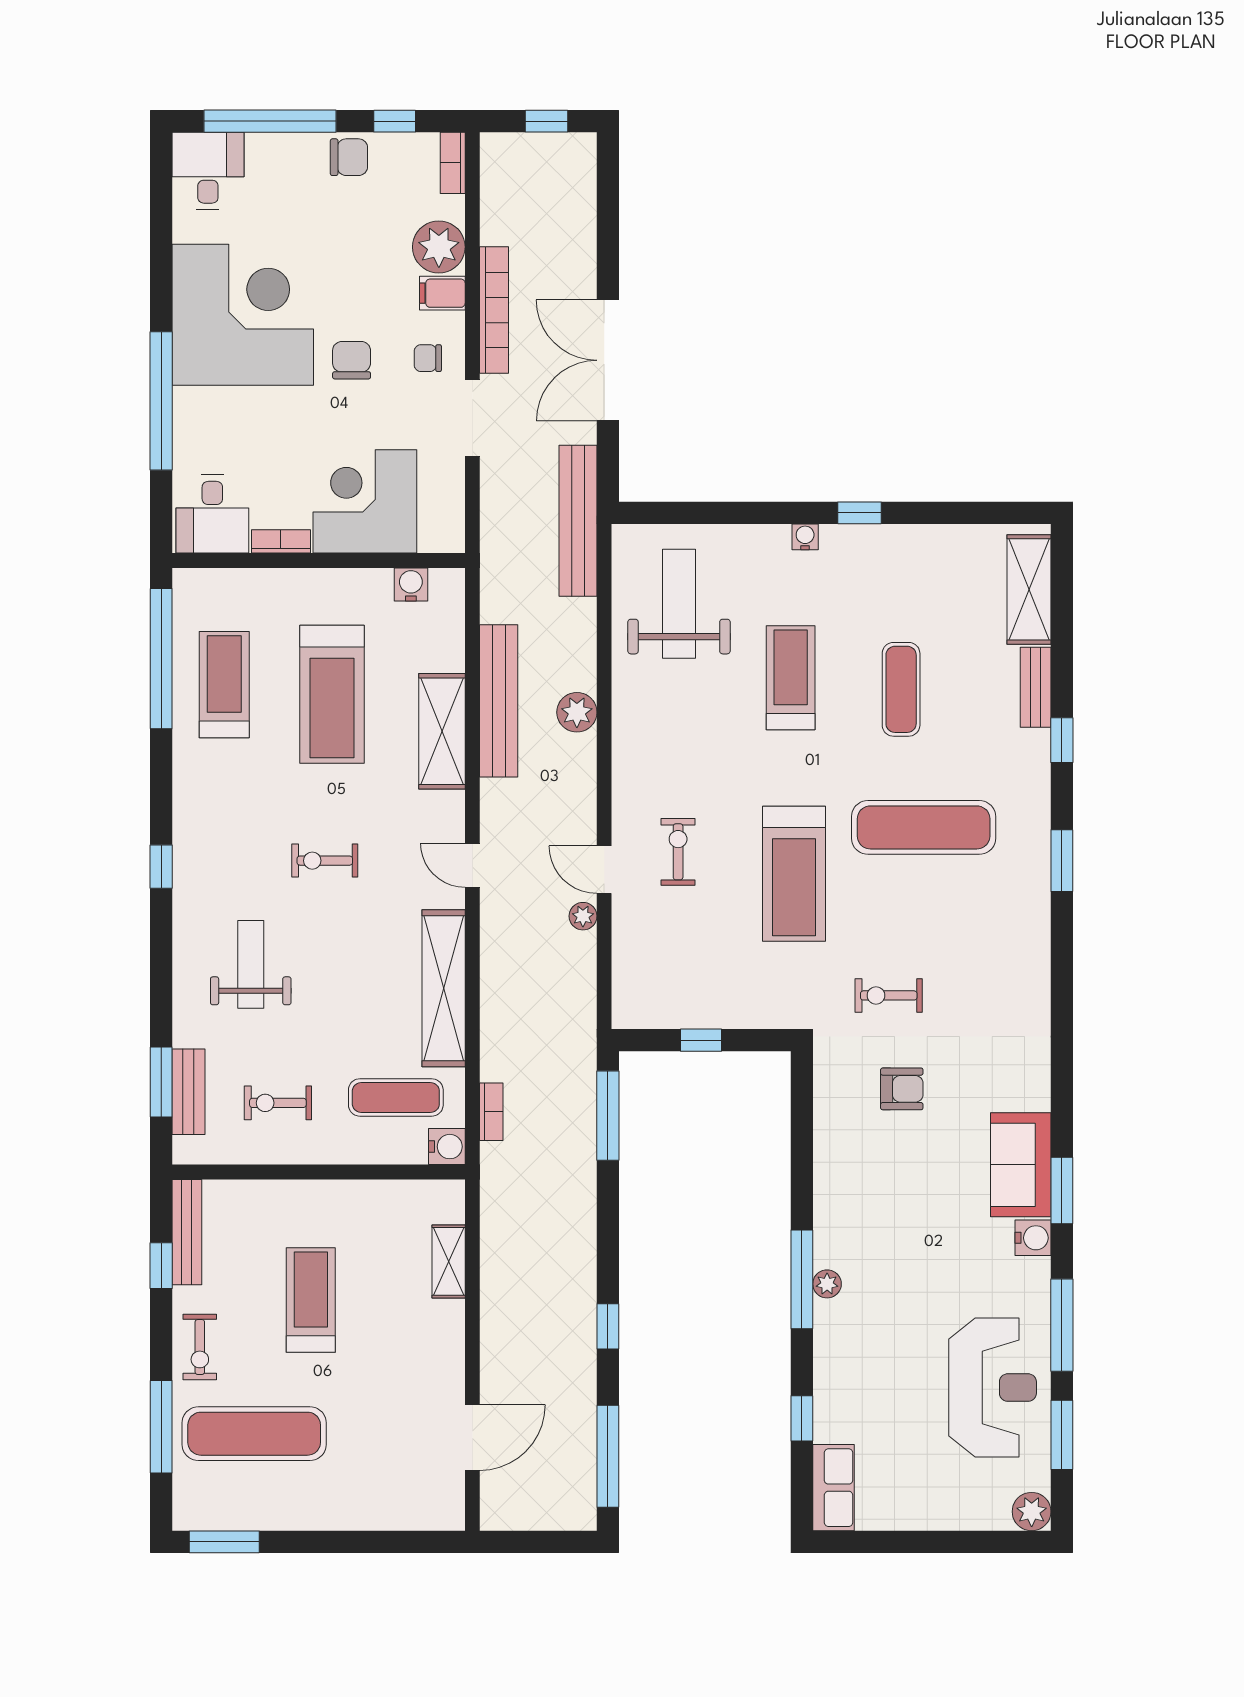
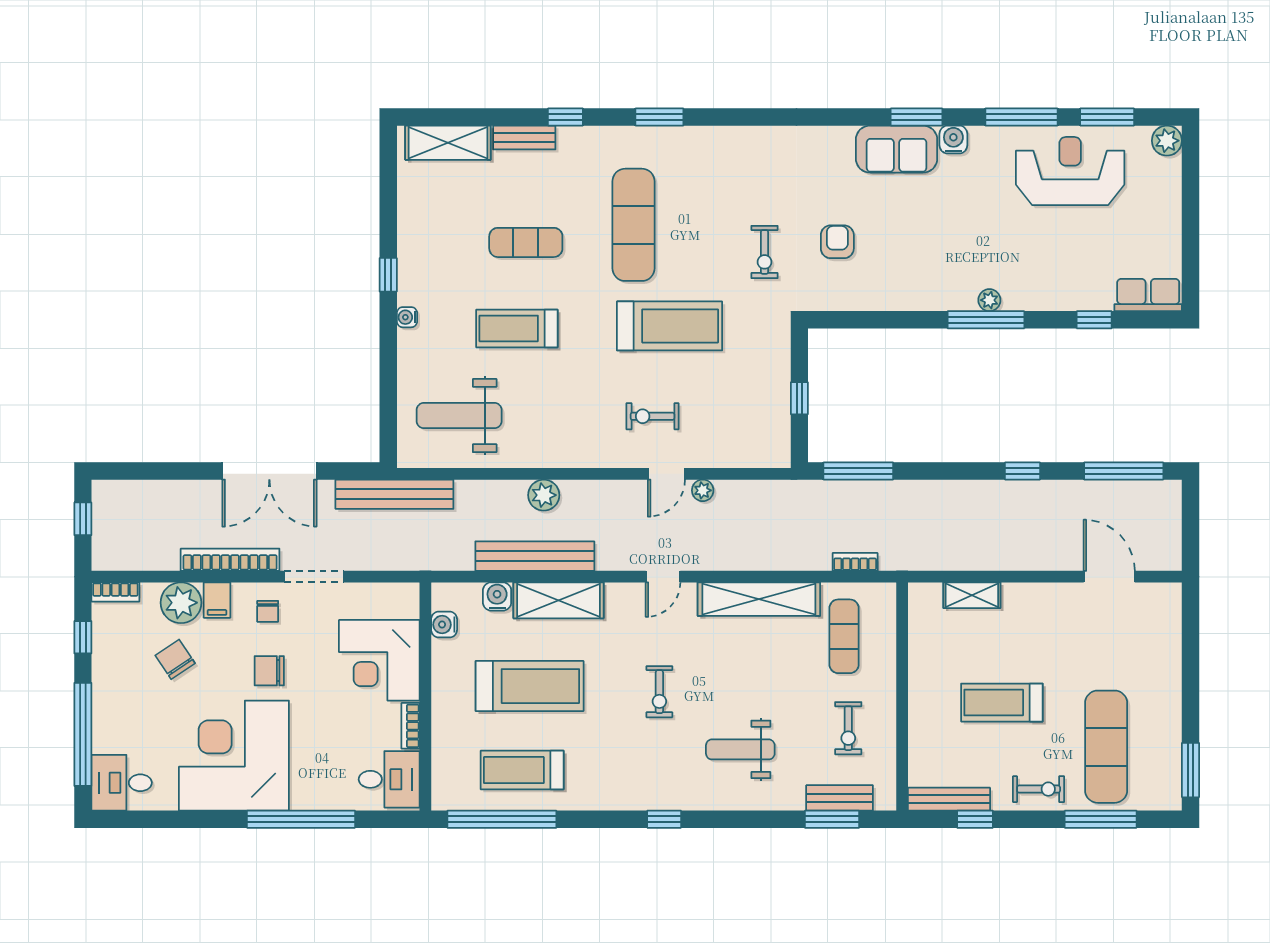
chair: (349, 157) -> (175, 659), moved, turned -34
water cooler: (447, 1147) -> (497, 596), moved

